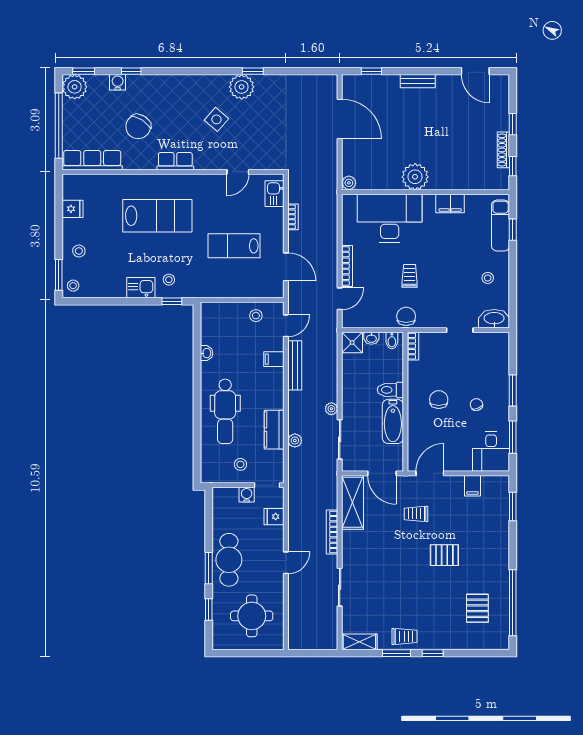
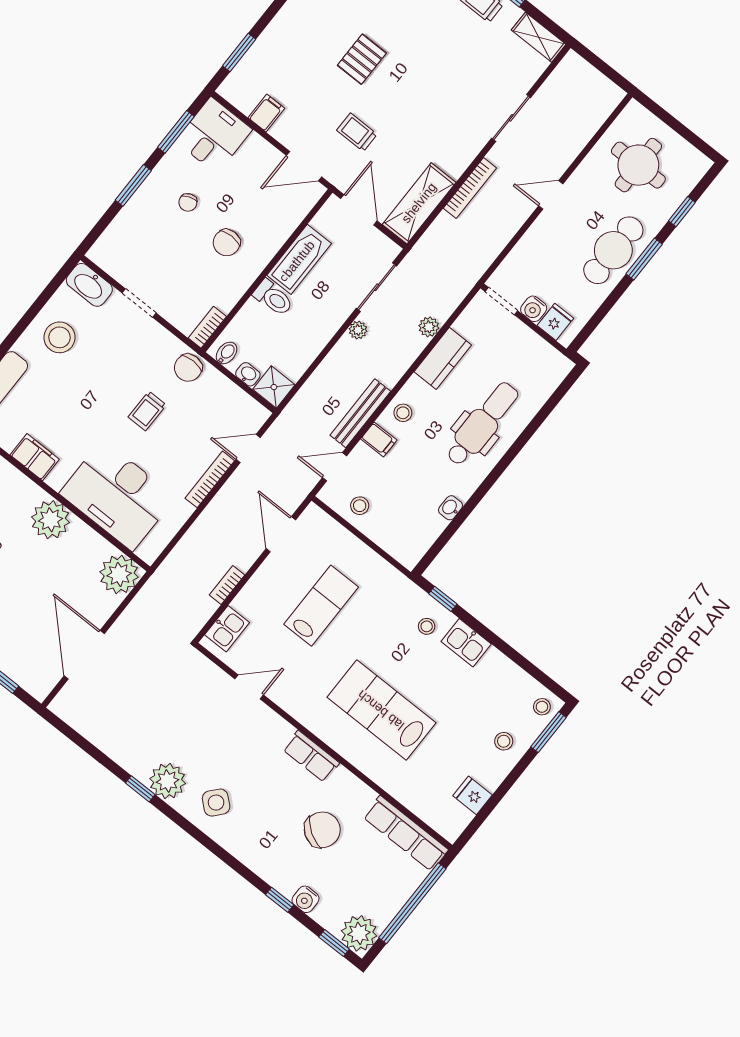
side table: (216, 119) -> (216, 803), moved
plant: (349, 183) -> (119, 574), width x1.88, depth x1.88
lab bench: (234, 246) -> (321, 606), turned -90
stool: (488, 278) -> (60, 337), width x1.89, depth x1.89
stool: (240, 464) -> (403, 413), moved
trolley: (416, 514) -> (357, 132), turned 180
fridge: (274, 517) -> (555, 322), moved, turned -90
pallet: (444, 555) -> (362, 59), turned 90

